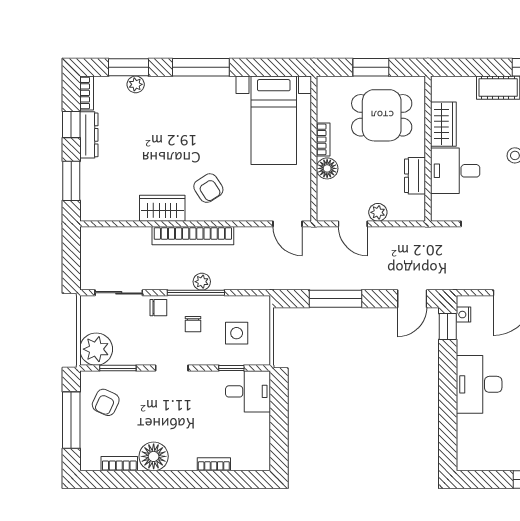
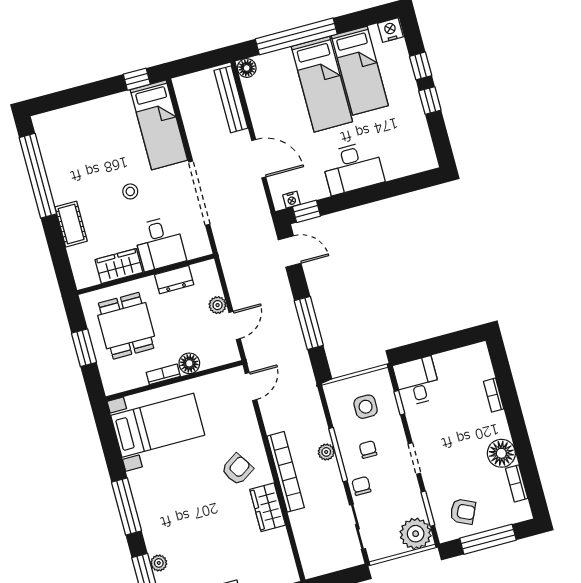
chair: (193, 324) -> (368, 450), turned -90

